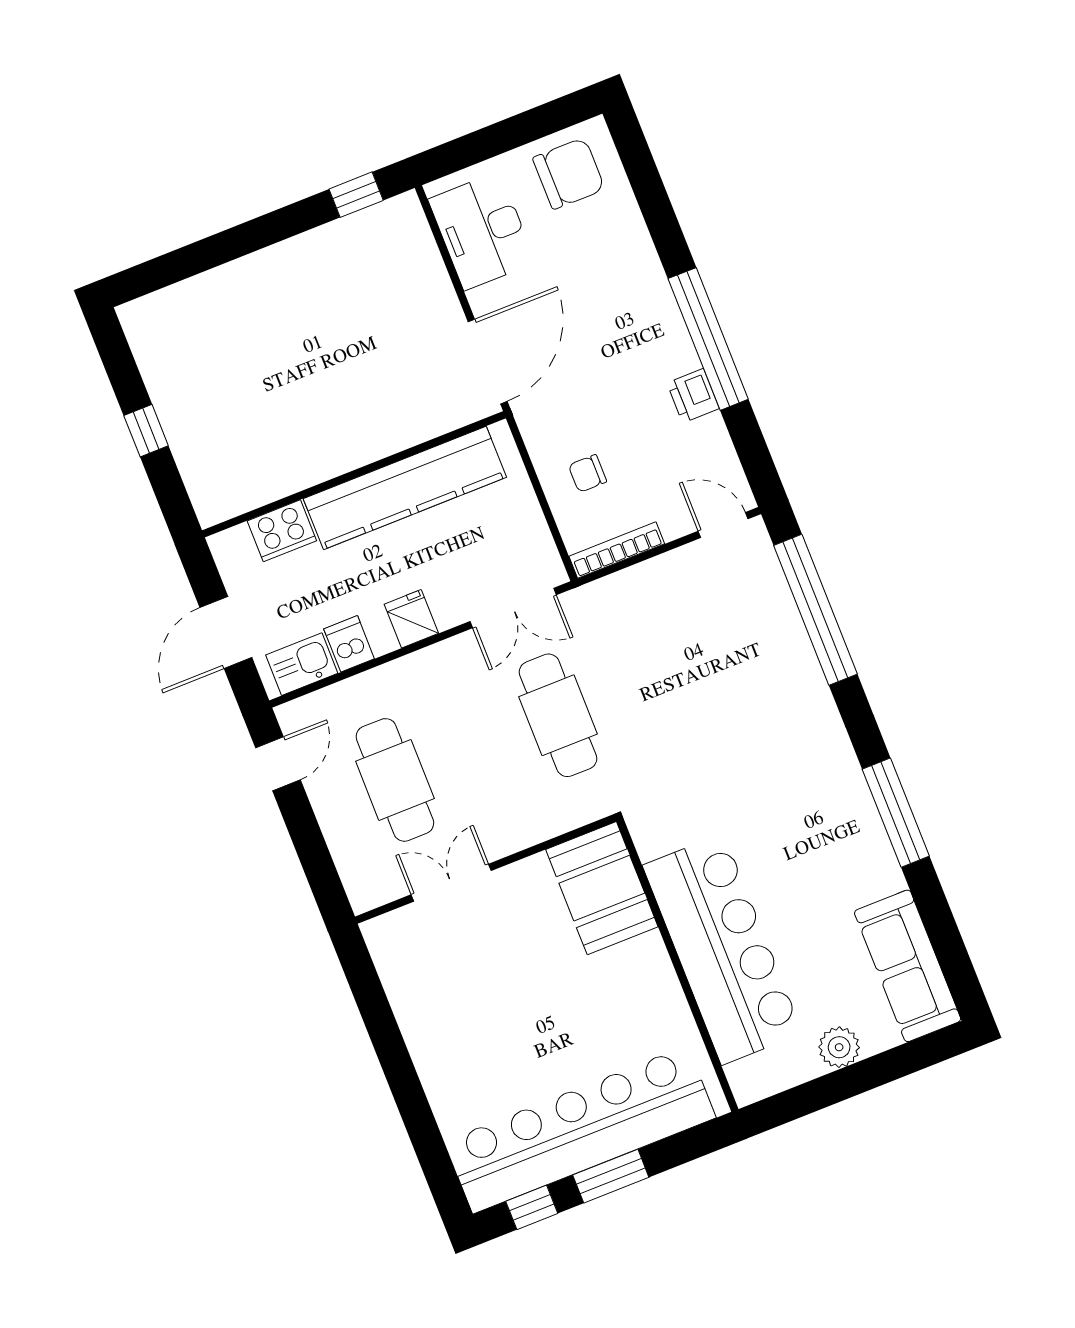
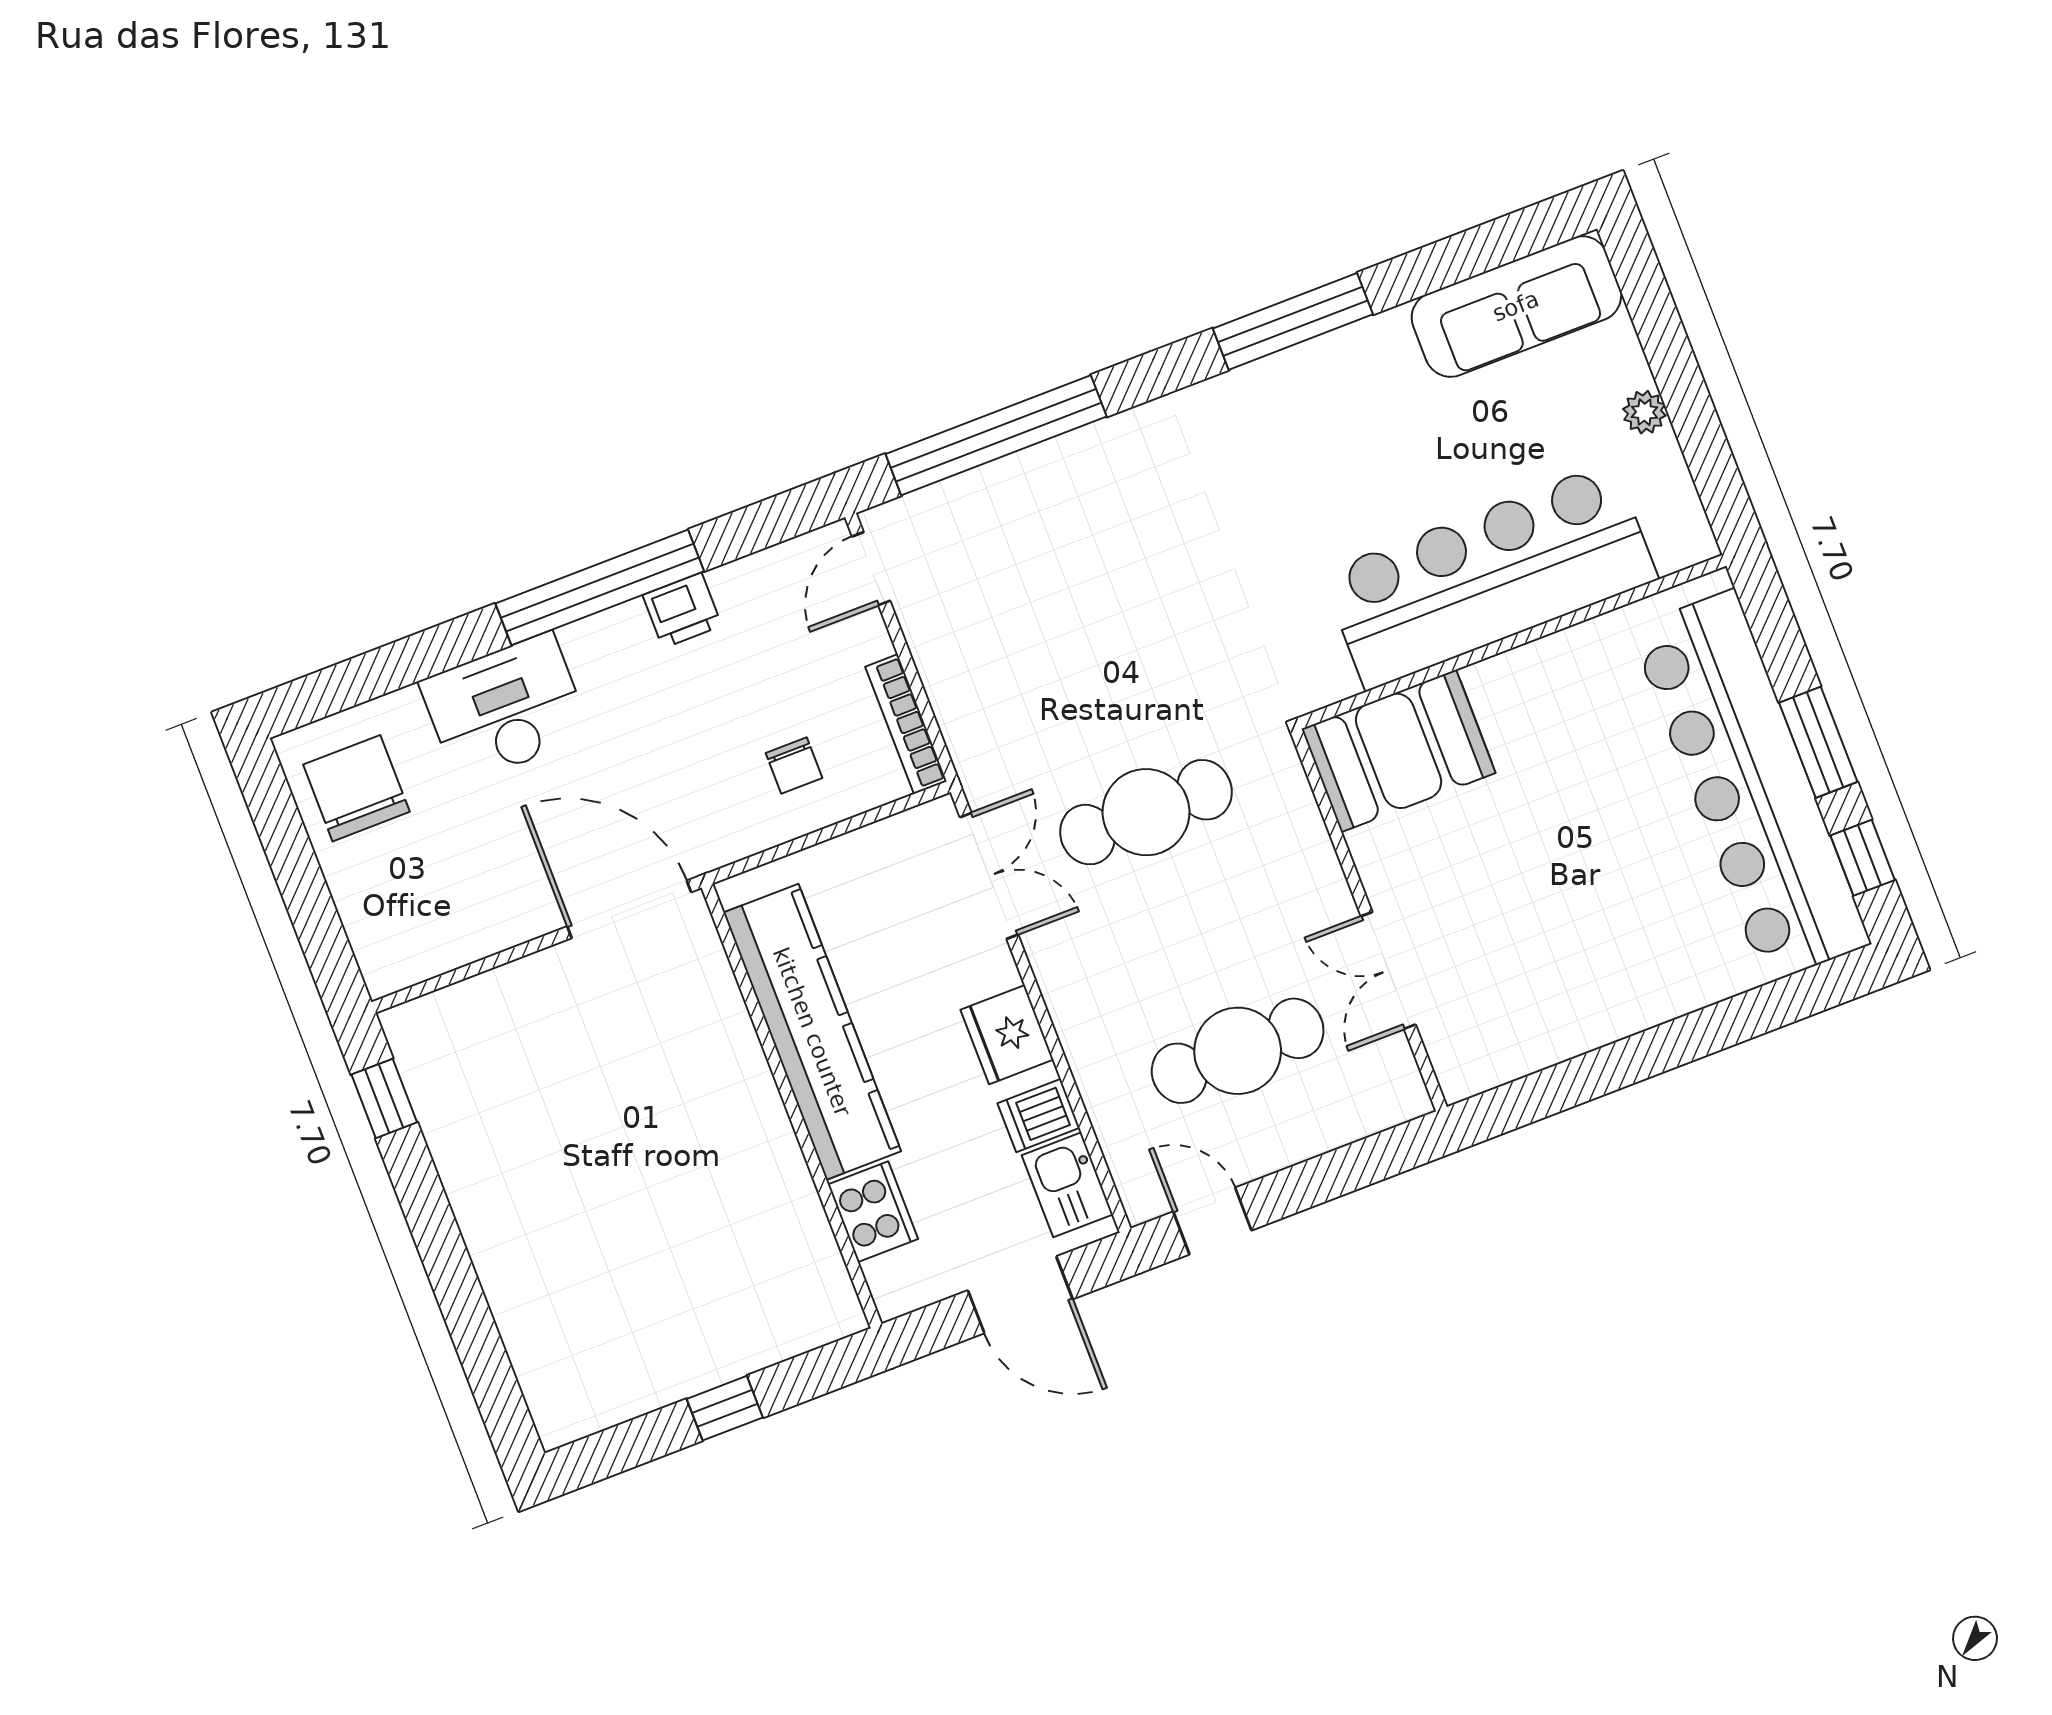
desk: (482, 231) -> (505, 708), moved, turned 180
fridge: (411, 619) -> (1007, 1035), width x1.38
plant: (839, 1047) -> (1644, 412), width x0.73, depth x0.73

